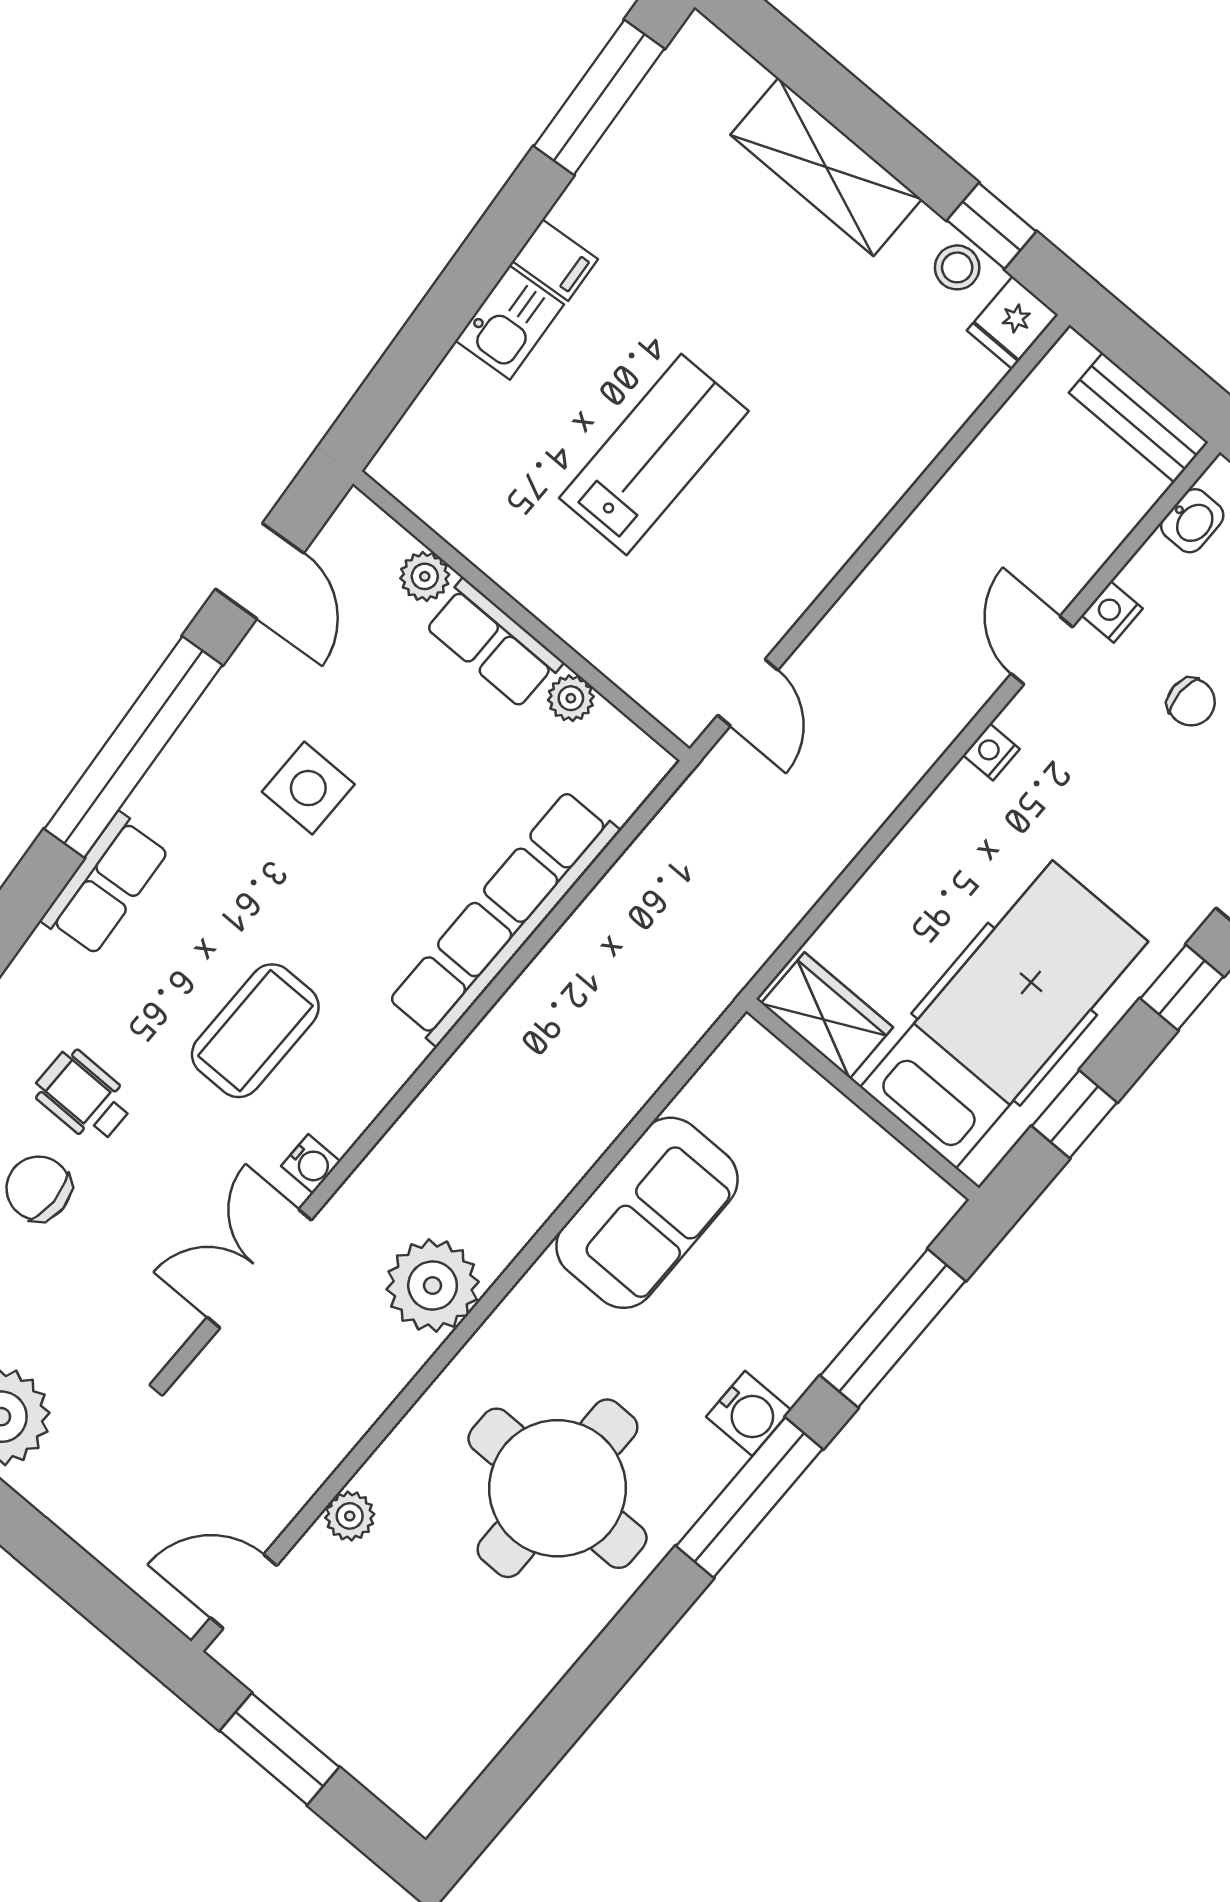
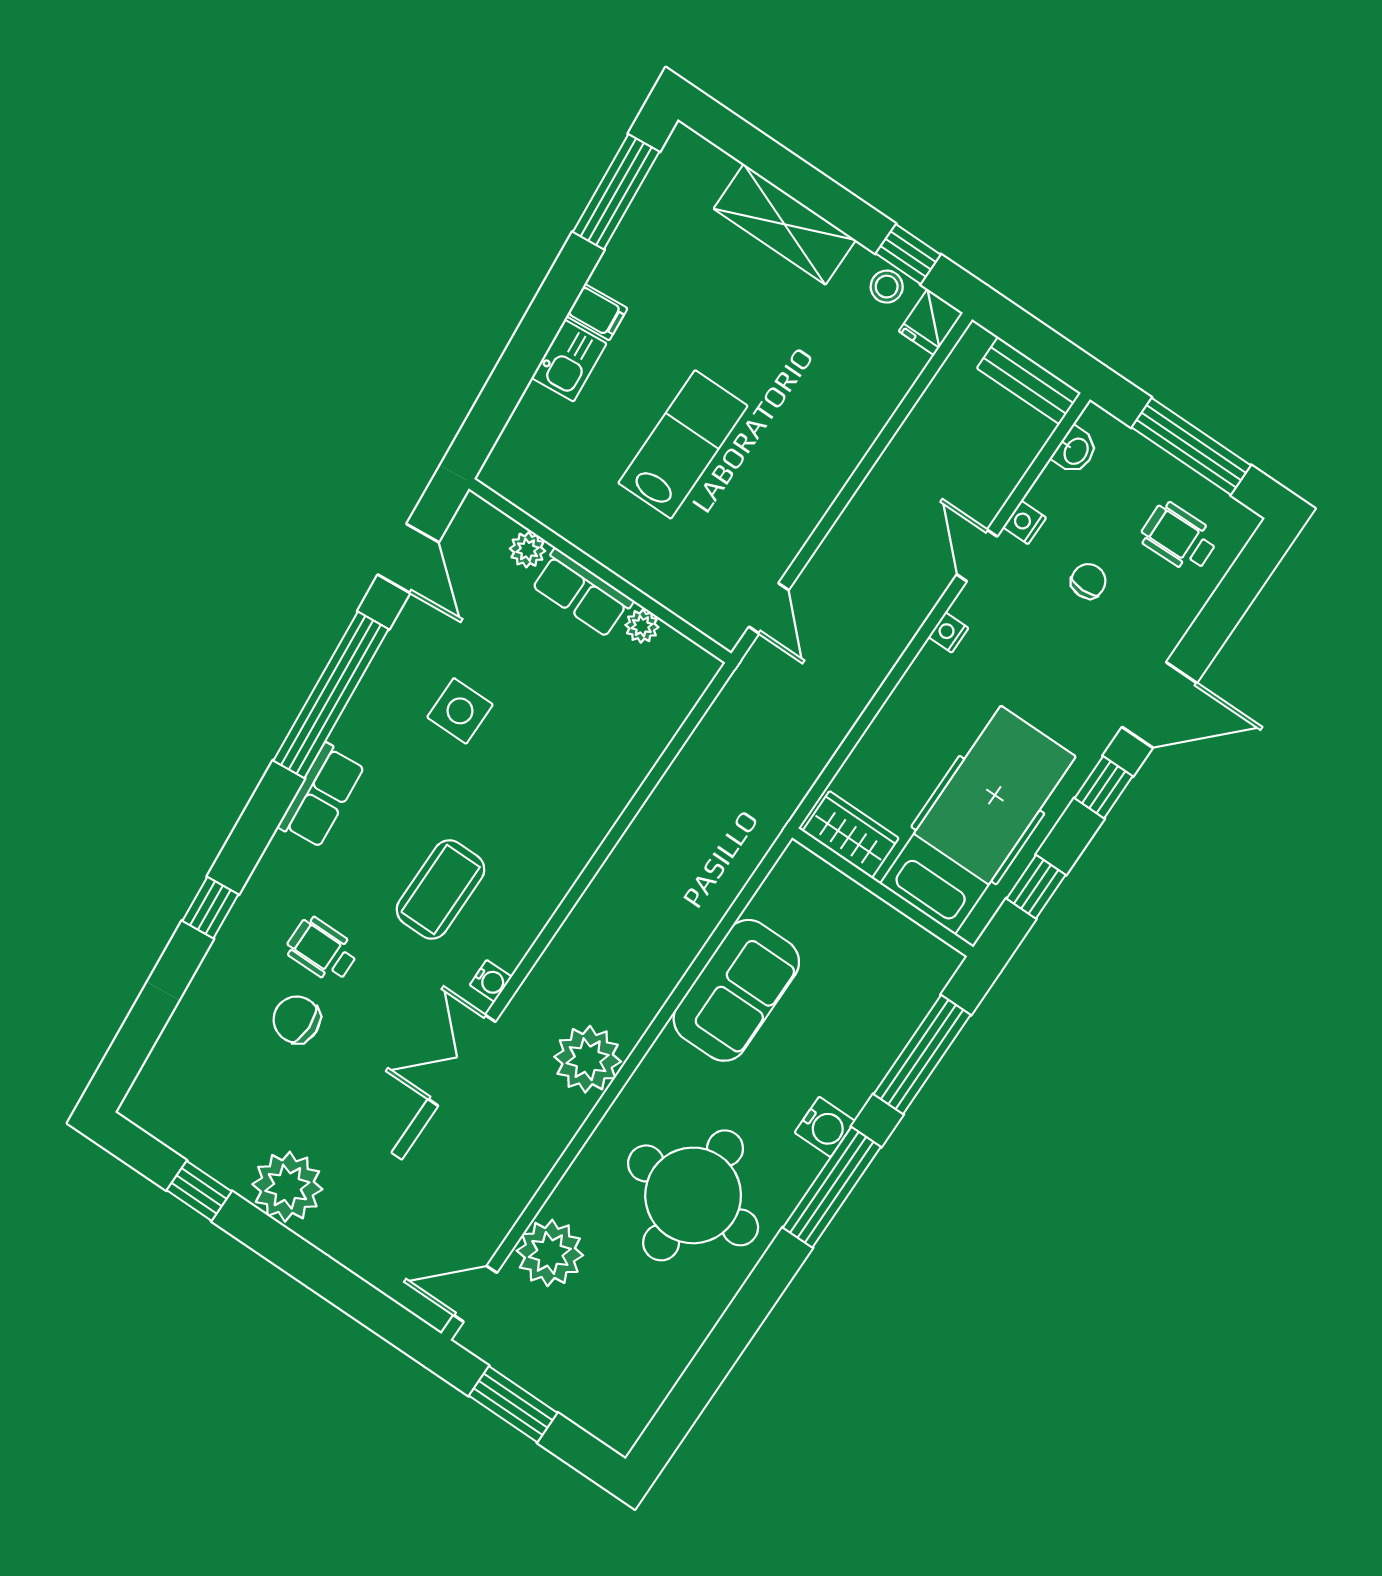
chair: (1191, 702) -> (1088, 581), turned -90
row of seats: (503, 917) -> (610, 789), removed
plant: (350, 1516) -> (550, 1253), width x1.88, depth x1.88

